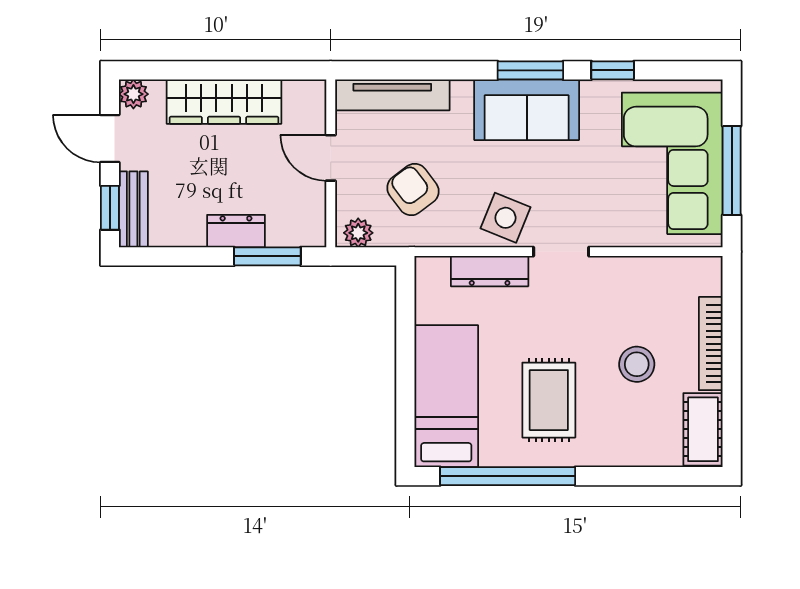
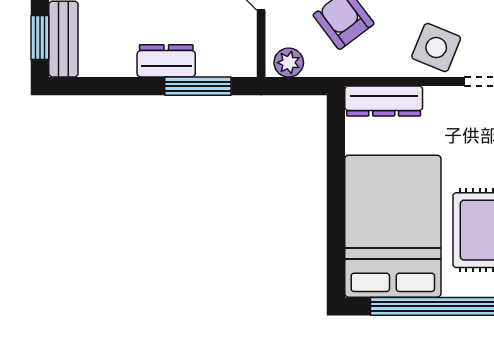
dresser: (490, 271) -> (384, 101), moved
bed: (446, 396) -> (393, 226), width x1.50

